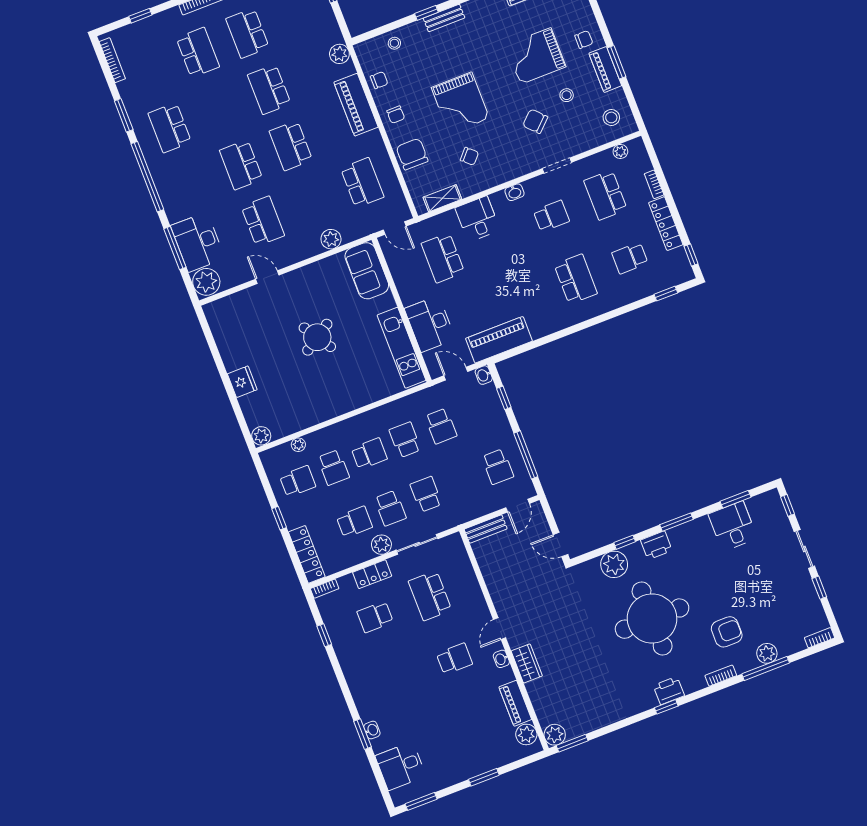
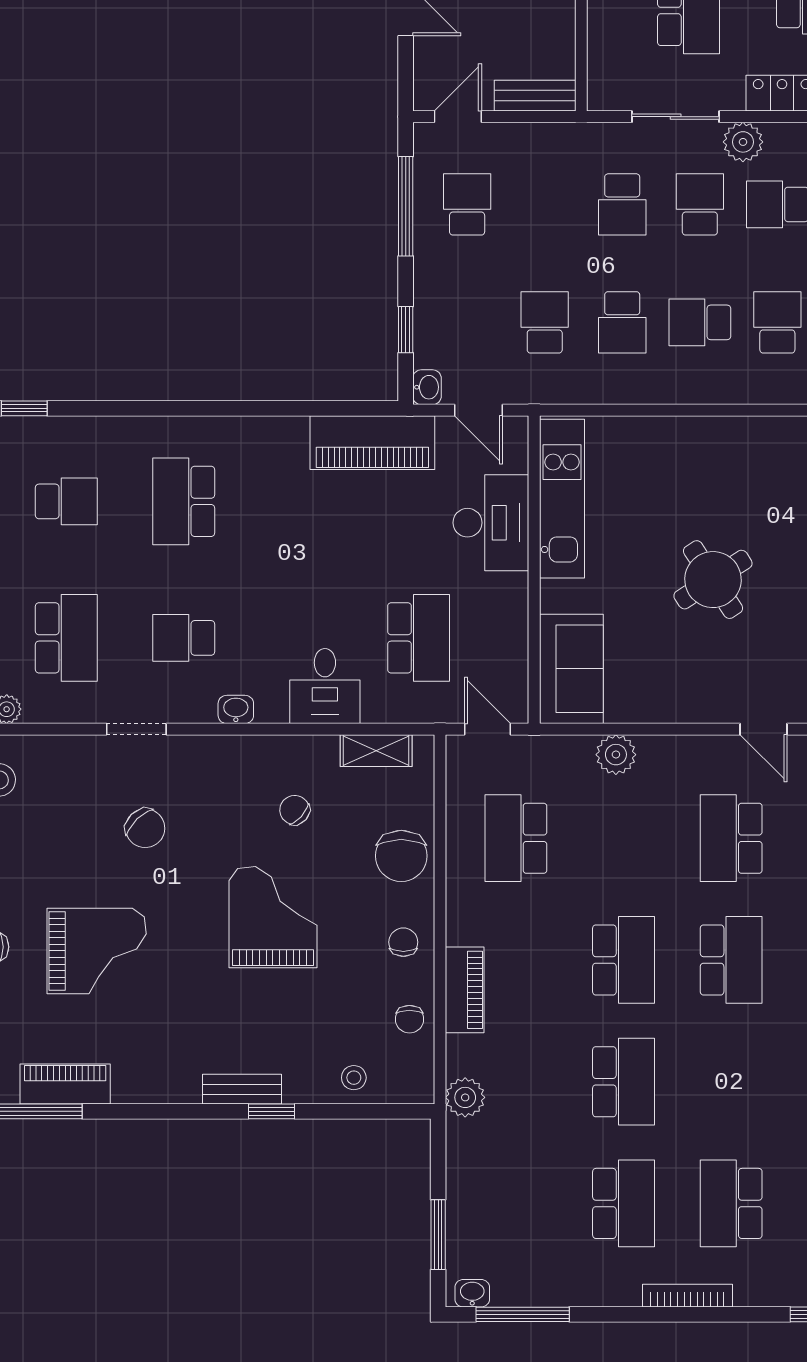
chair: (379, 80) -> (409, 1019), turned -90
stool: (567, 95) -> (67, 855), removed
piano: (356, 105) -> (465, 990), width x0.73, depth x0.75

